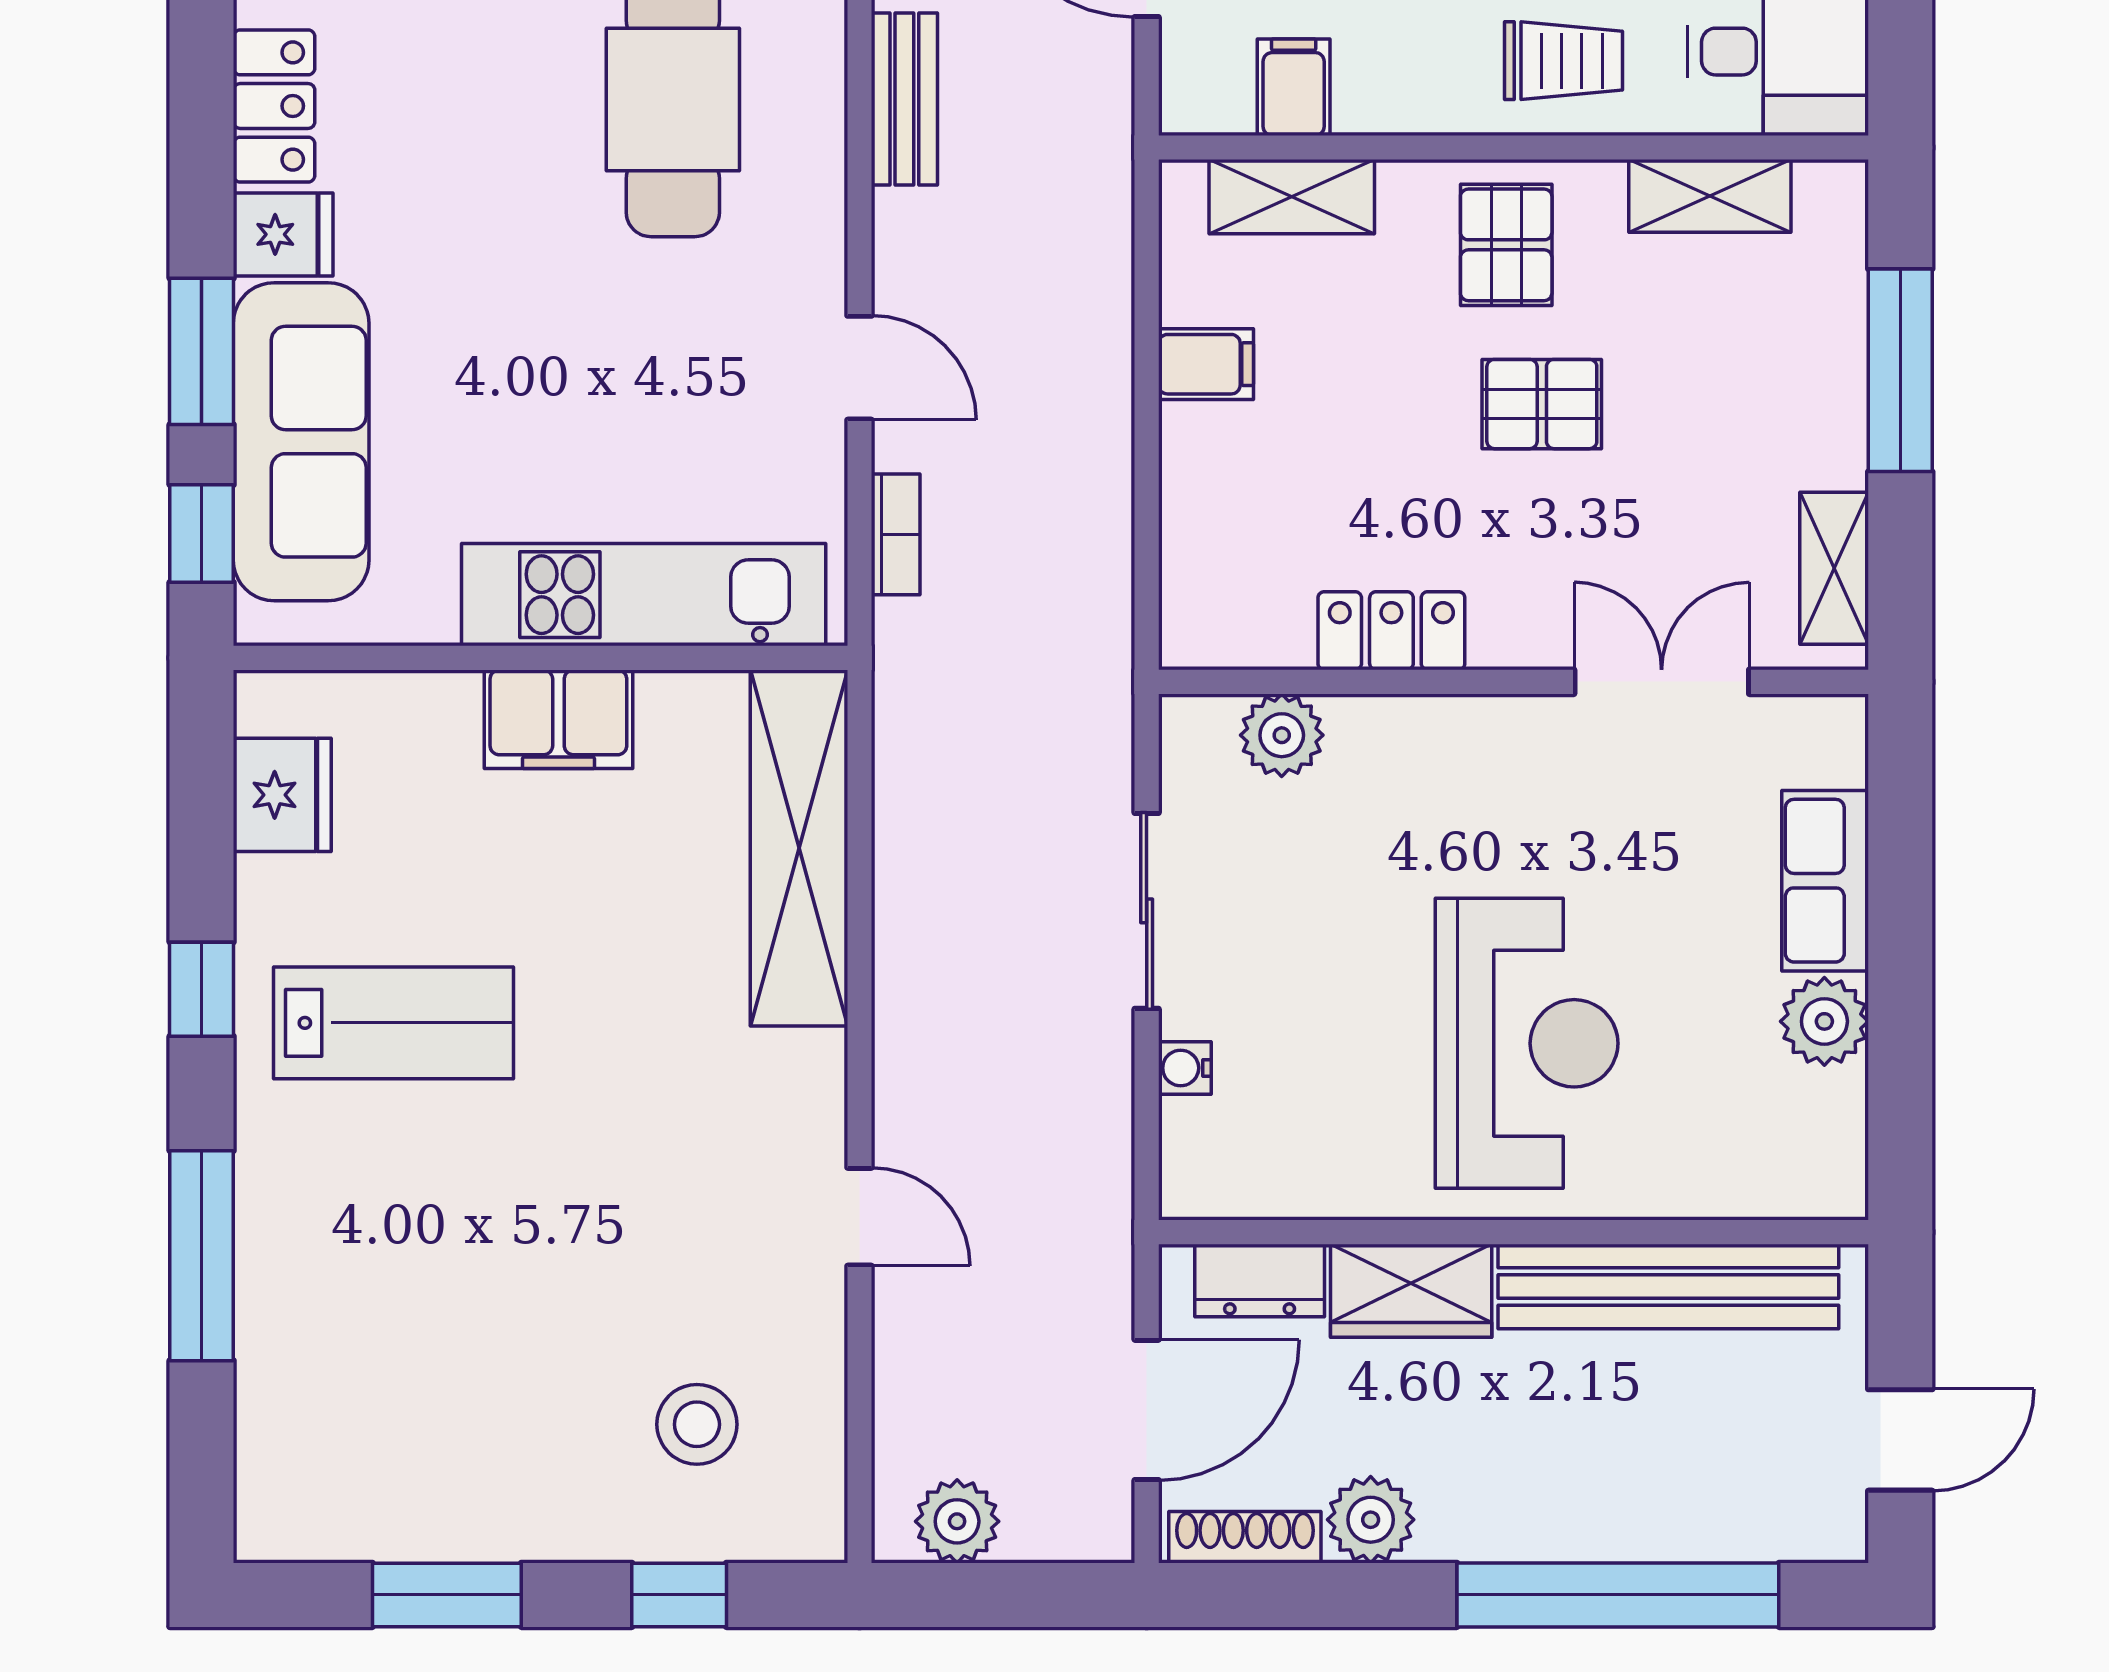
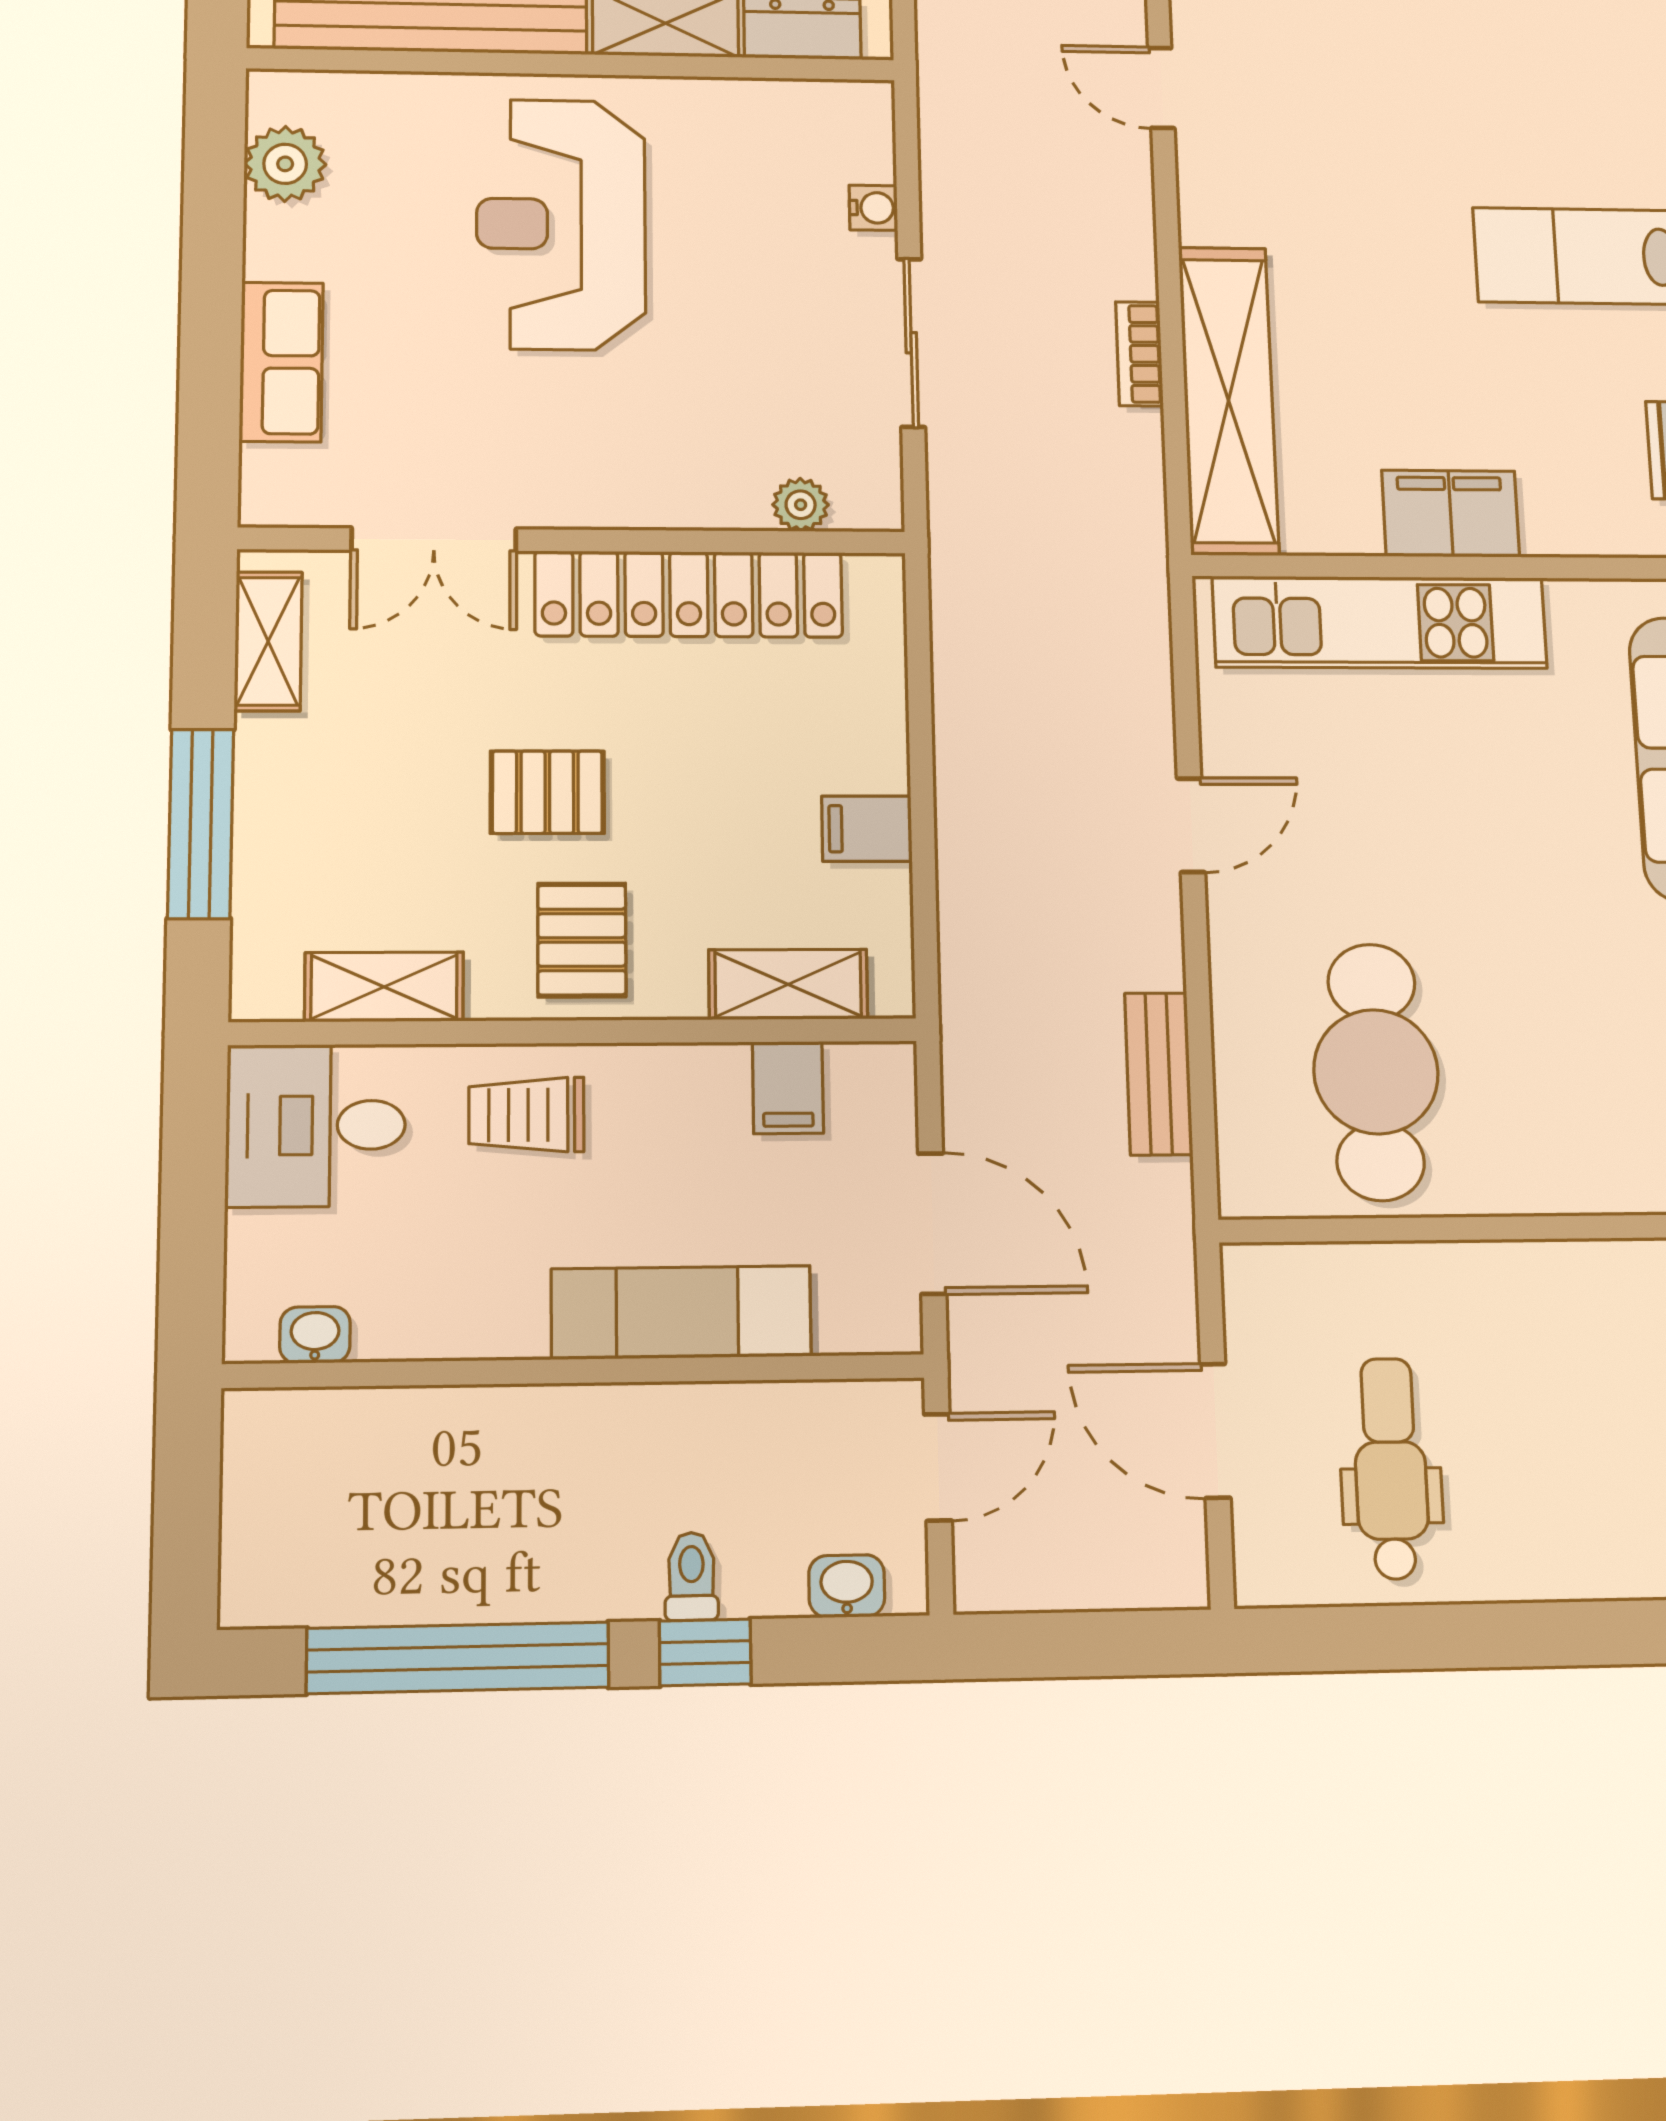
door: (860, 368) -> (1191, 825), swing flipped
bookcase: (896, 534) -> (1139, 354), moved
locker: (1391, 631) -> (689, 594), width x2.16, depth x1.21
plant: (1282, 735) -> (801, 505), width x0.73, depth x0.73
plant: (1824, 1021) -> (285, 164), moved

